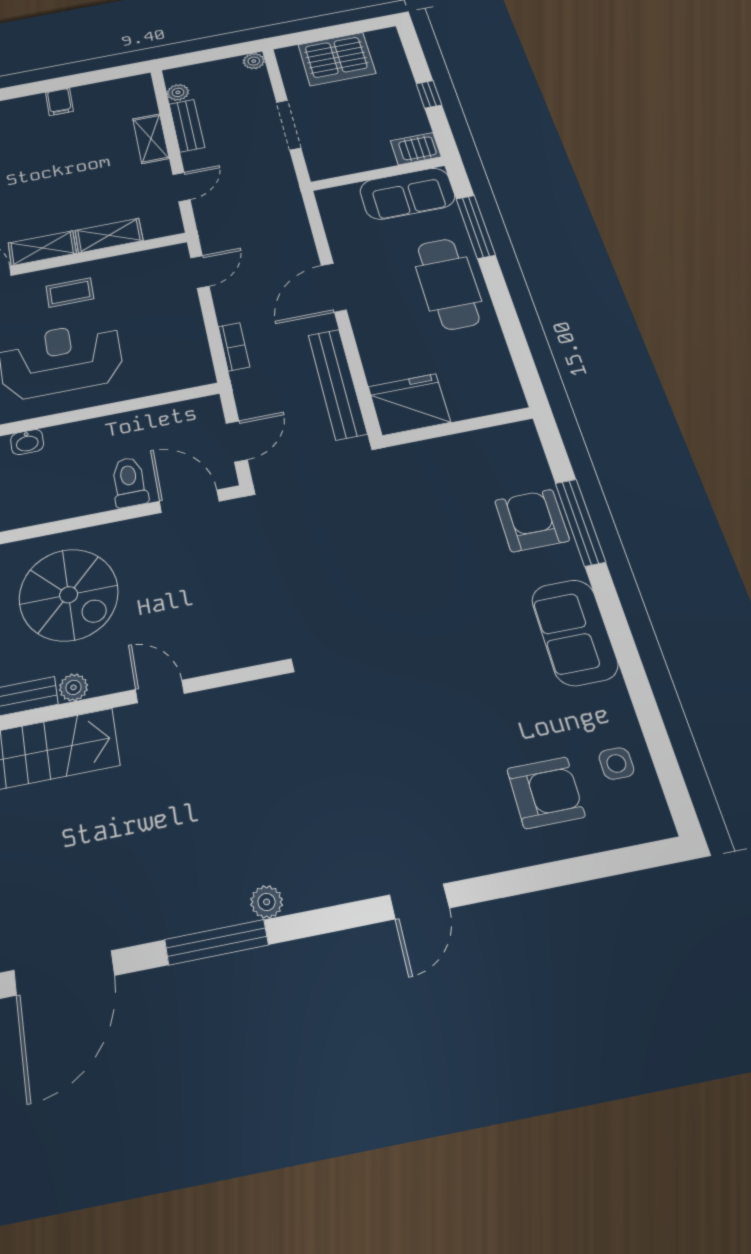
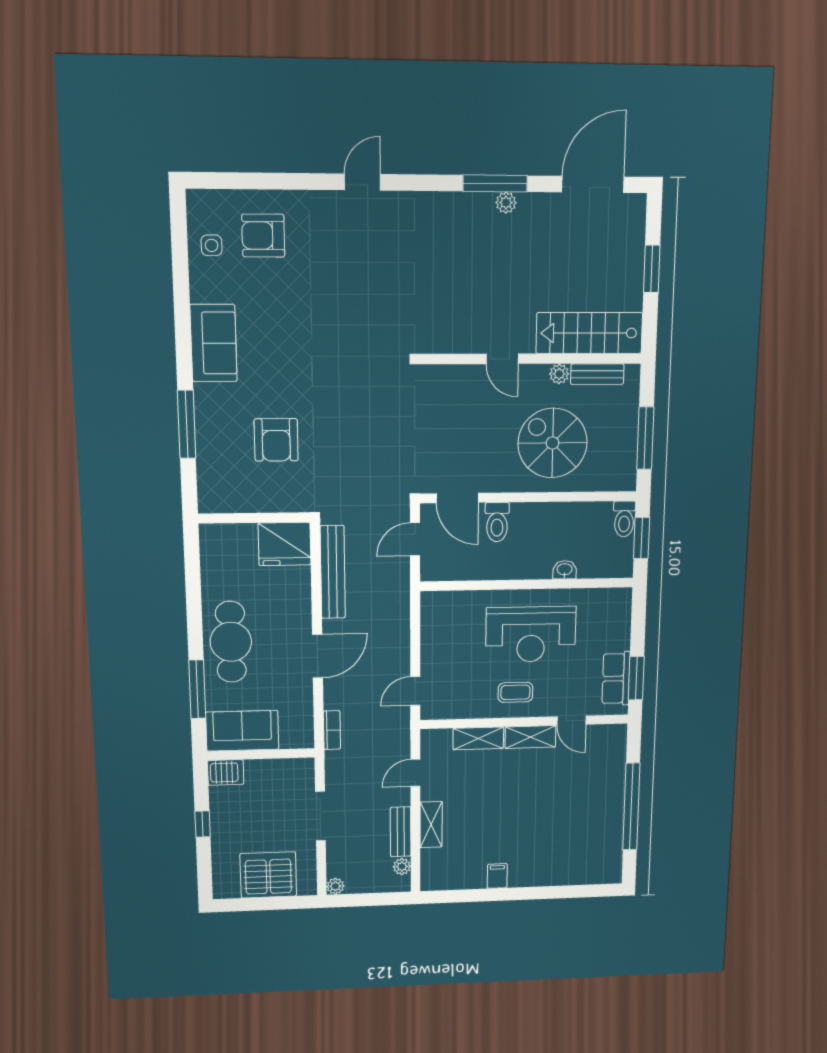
bookcase: (234, 347) -> (332, 730), moved, turned 180
armchair: (532, 520) -> (276, 440), moved
plant: (267, 902) -> (506, 203), moved

